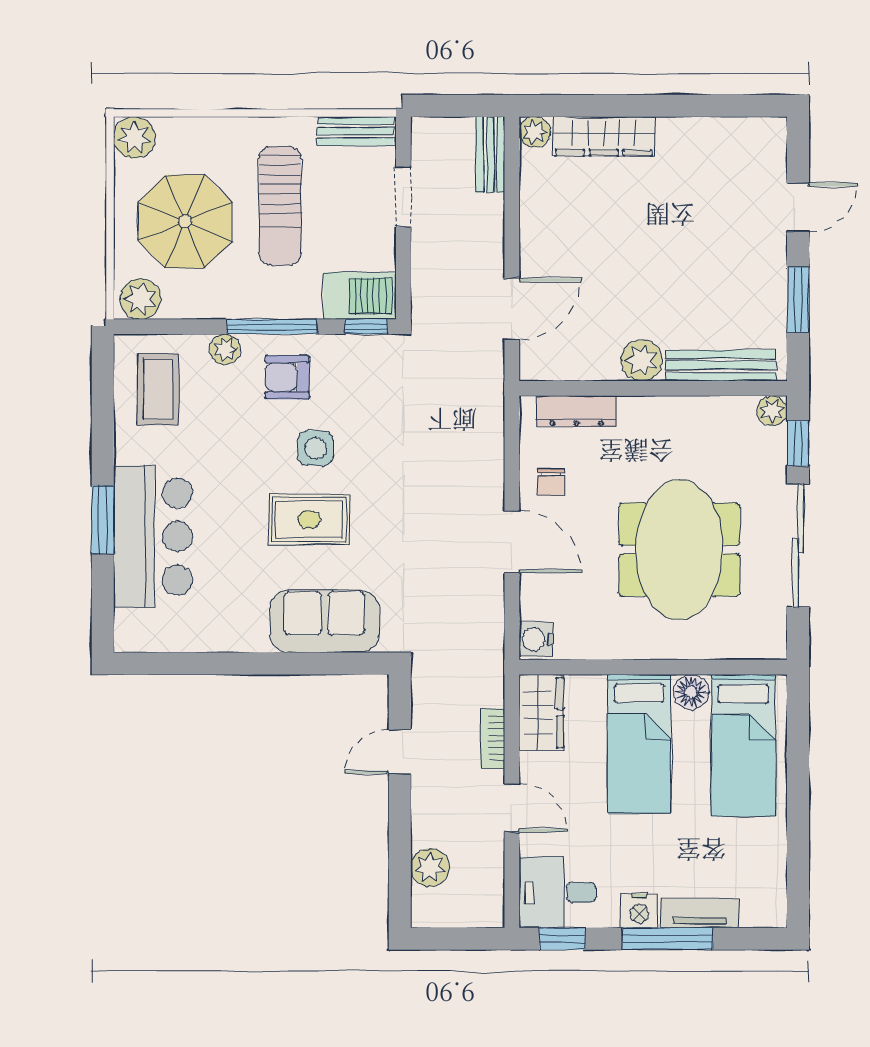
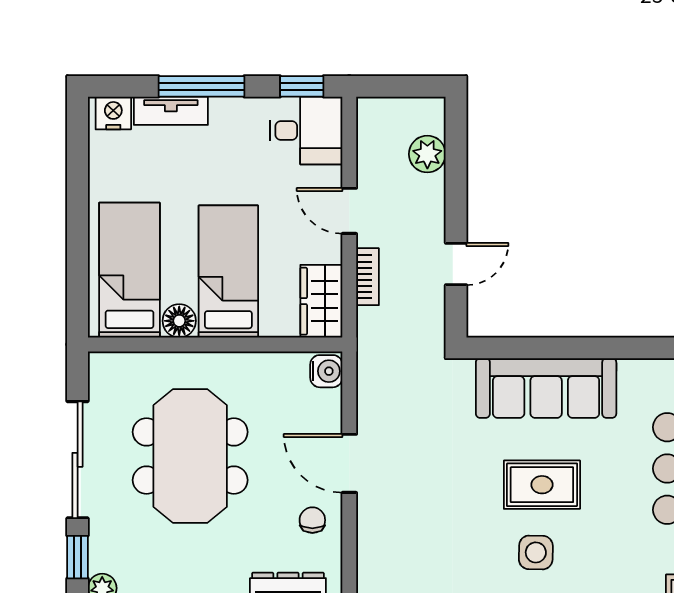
sofa: (324, 621) -> (546, 388), width x1.36
nightstand: (639, 911) -> (113, 113), moved

